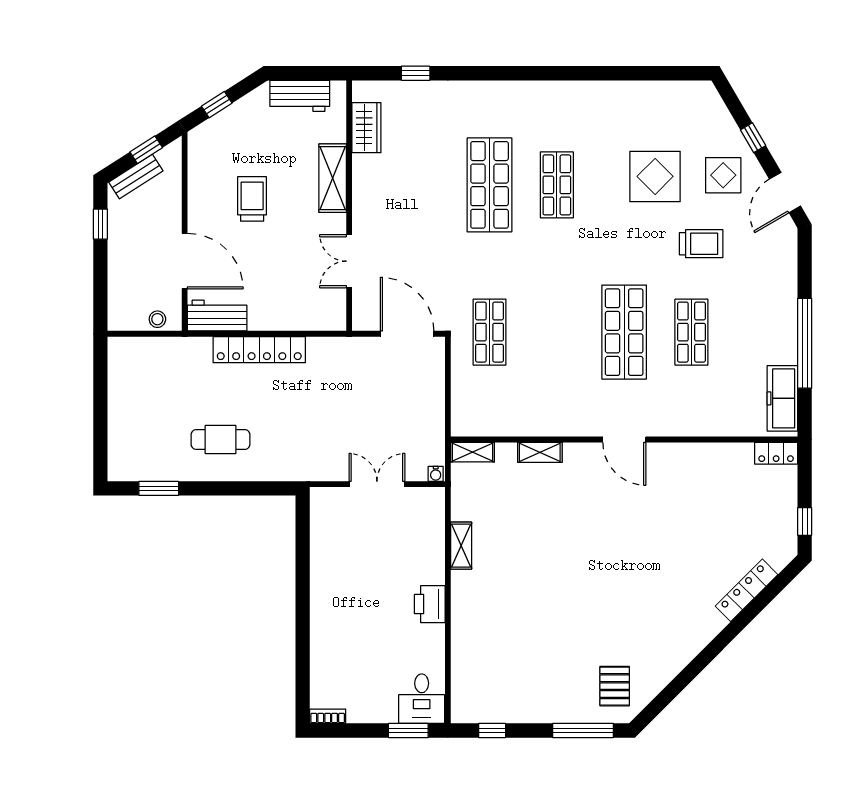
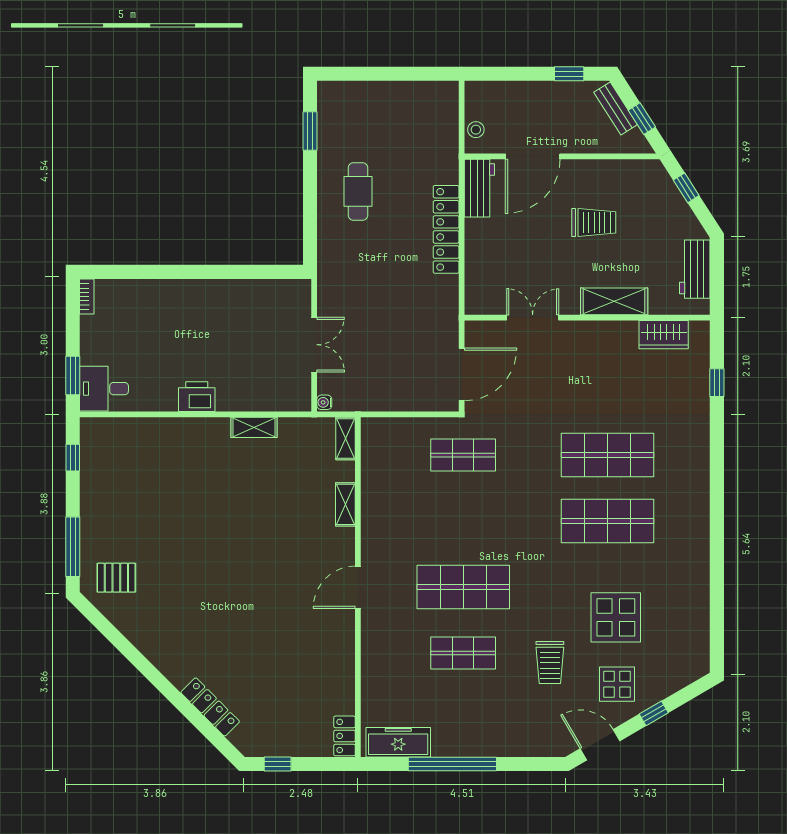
shop shelf: (557, 185) -> (607, 521), width x1.43, depth x1.36

